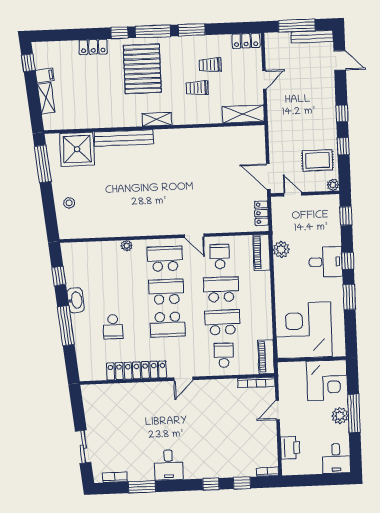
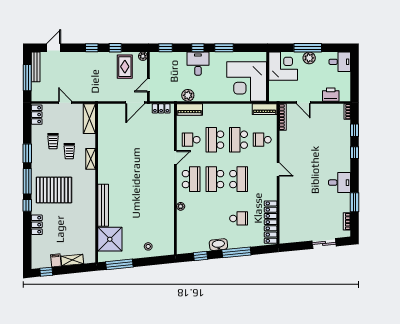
shelving: (157, 119) -> (91, 159), moved
school desk: (165, 259) -> (191, 179), turned 180
locker: (137, 370) -> (271, 222), moved

